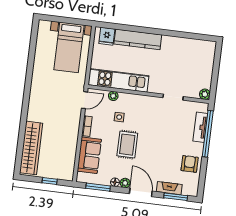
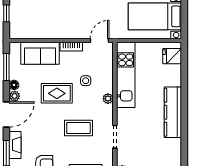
kitchen counter: (138, 39) -> (173, 112), moved
plant: (113, 96) -> (108, 99), moved
door: (84, 100) -> (100, 41), swing flipped
coffee table: (161, 129) -> (78, 128), added

